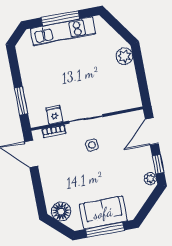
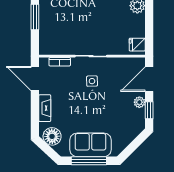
window: (21, 101) -> (35, 17), moved
fridge: (54, 115) -> (137, 45), moved, turned -90
plant: (150, 179) -> (139, 102), moved
fireplace: (48, 183) -> (45, 108), added

